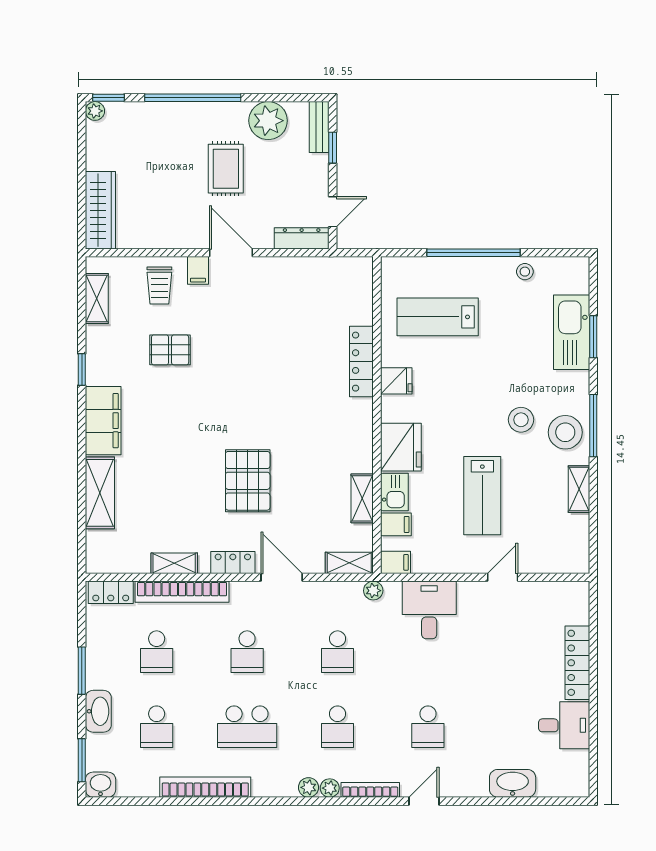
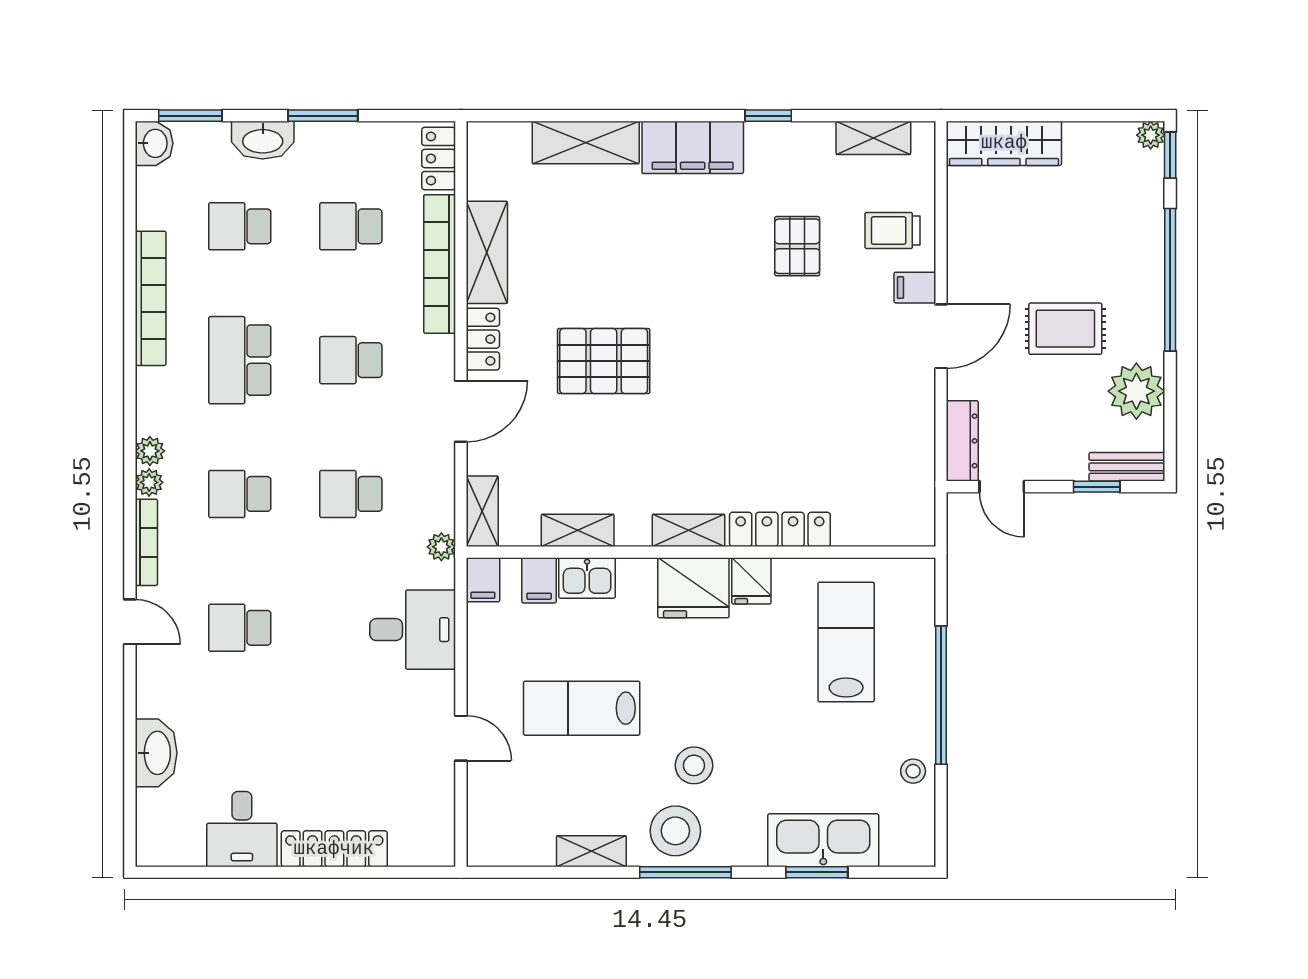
shelving: (362, 423) -> (689, 530), added
fridge: (401, 447) -> (693, 588), moved
shelving: (174, 563) -> (487, 252), width x1.50, depth x1.33

